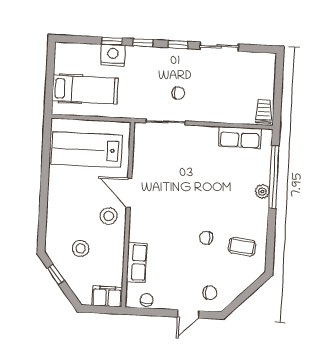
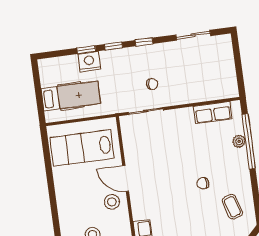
sliding door: (219, 47) -> (193, 35), moved
trolley: (264, 111) -> (229, 86), removed
plant: (262, 192) -> (239, 141), moved
chair: (206, 238) -> (203, 183), moved
coffee table: (242, 247) -> (232, 207), turned 66

